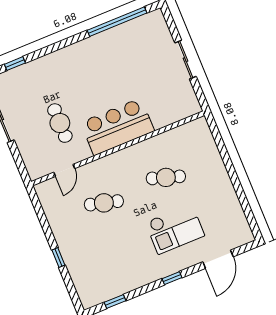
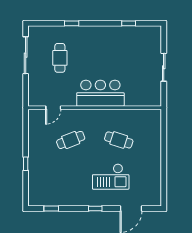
window: (117, 22) -> (129, 23), width x0.32
window: (15, 64) -> (72, 23), moved
cafe table: (60, 123) -> (60, 58), moved
cafe table: (104, 203) -> (71, 140), turned -36

